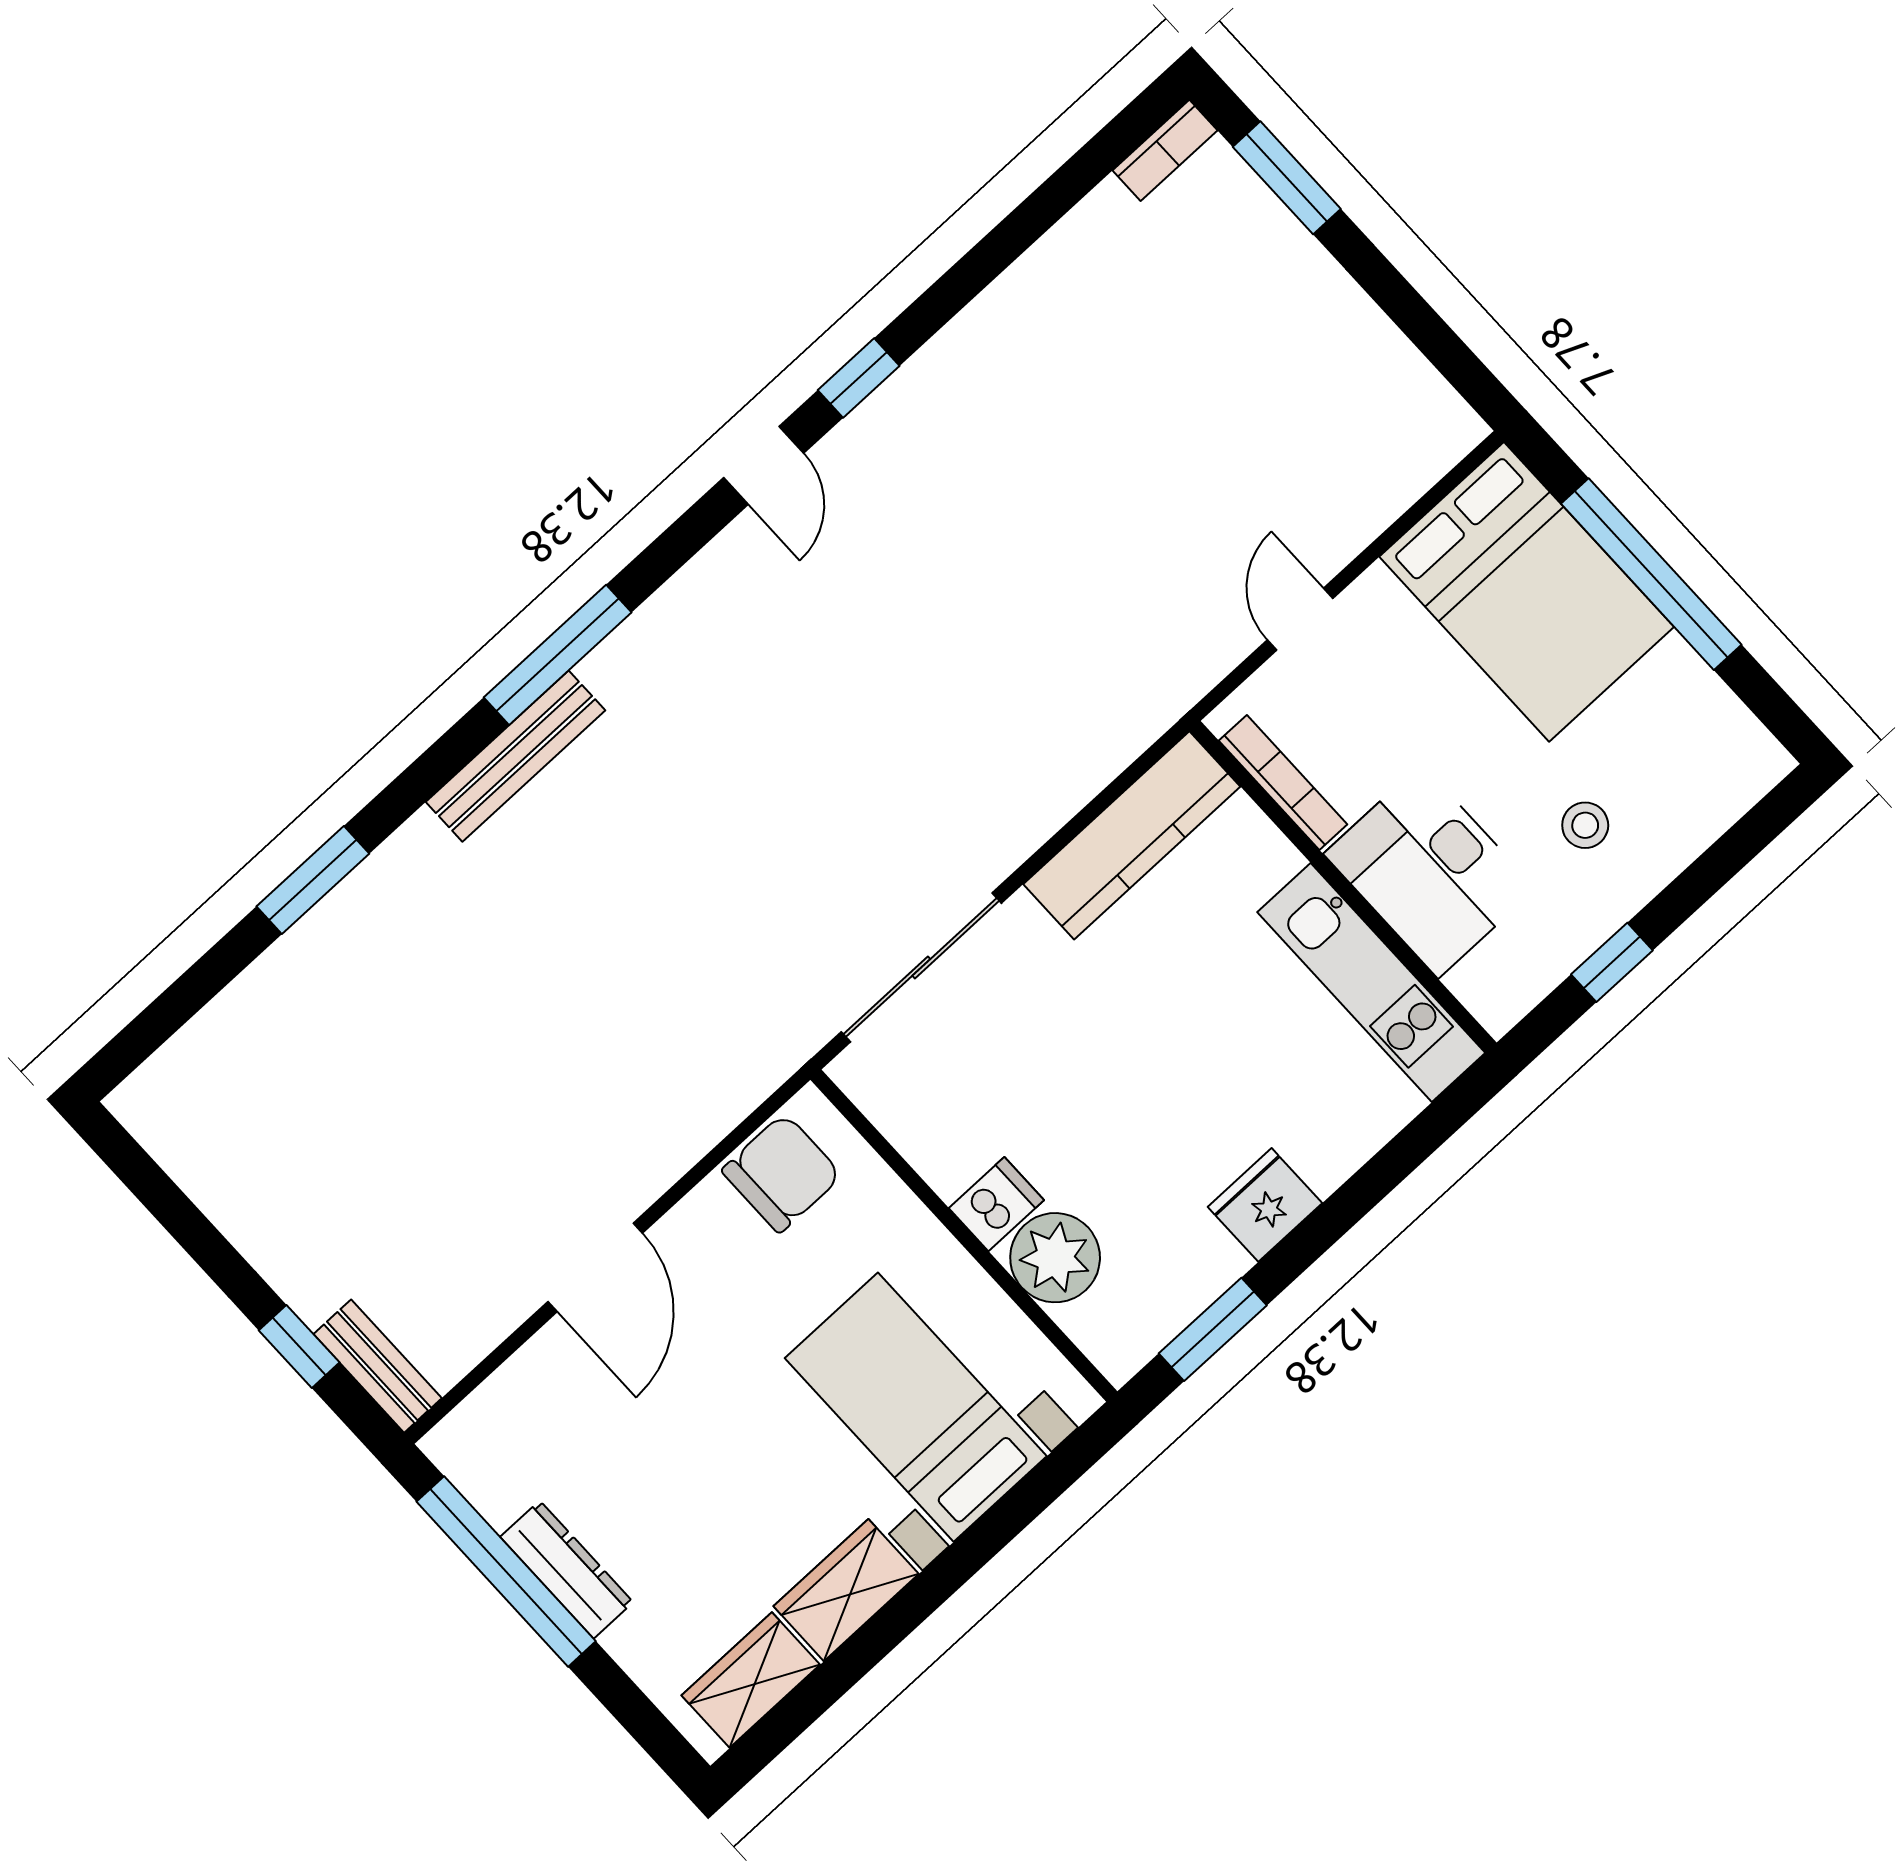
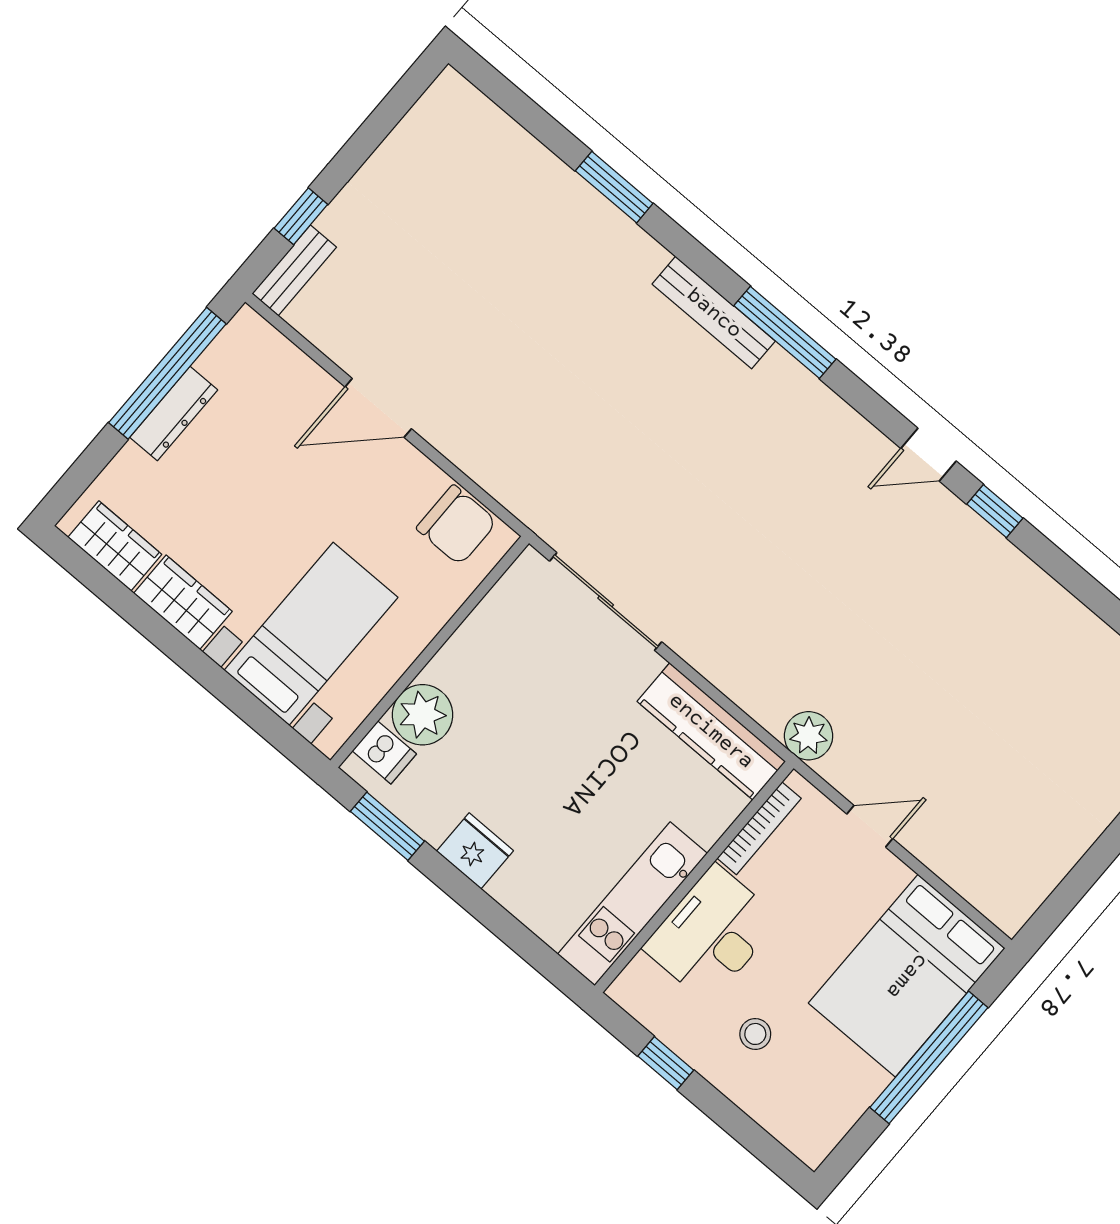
plant: (1156, 693) -> (809, 736), added
dishwasher: (996, 1204) -> (384, 752), moved

